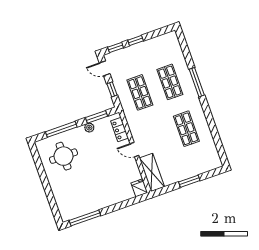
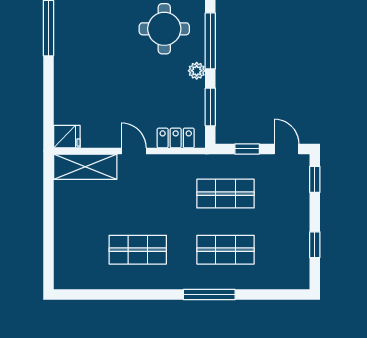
window: (136, 40) -> (315, 245), moved
door: (105, 68) -> (286, 149), hinge flipped
plant: (89, 128) -> (197, 71), moved
door: (134, 150) -> (134, 151), hinge flipped
window: (189, 181) -> (48, 224), removed

